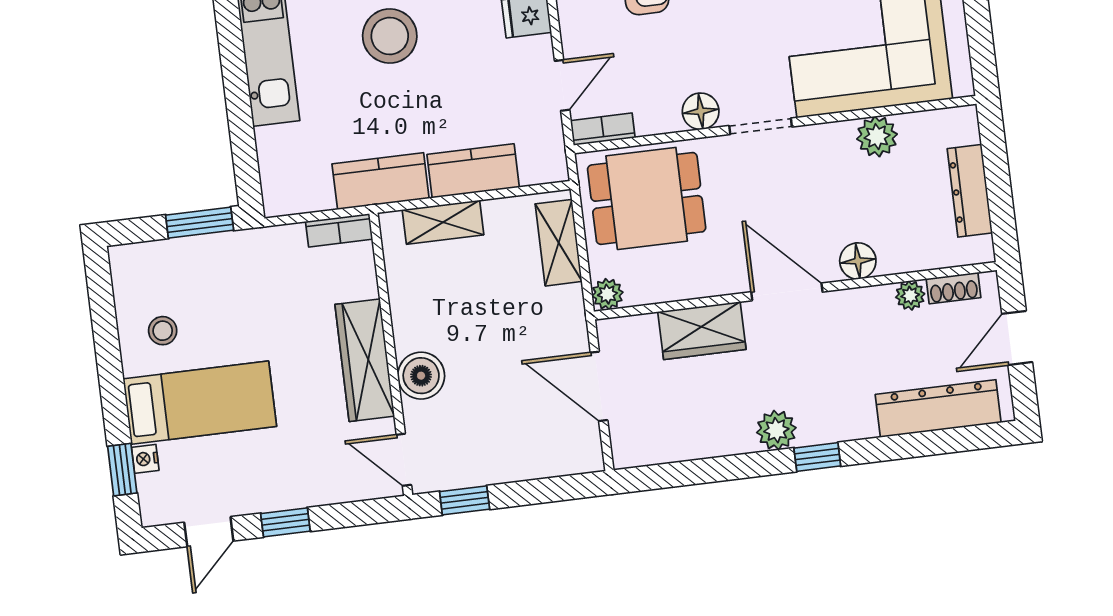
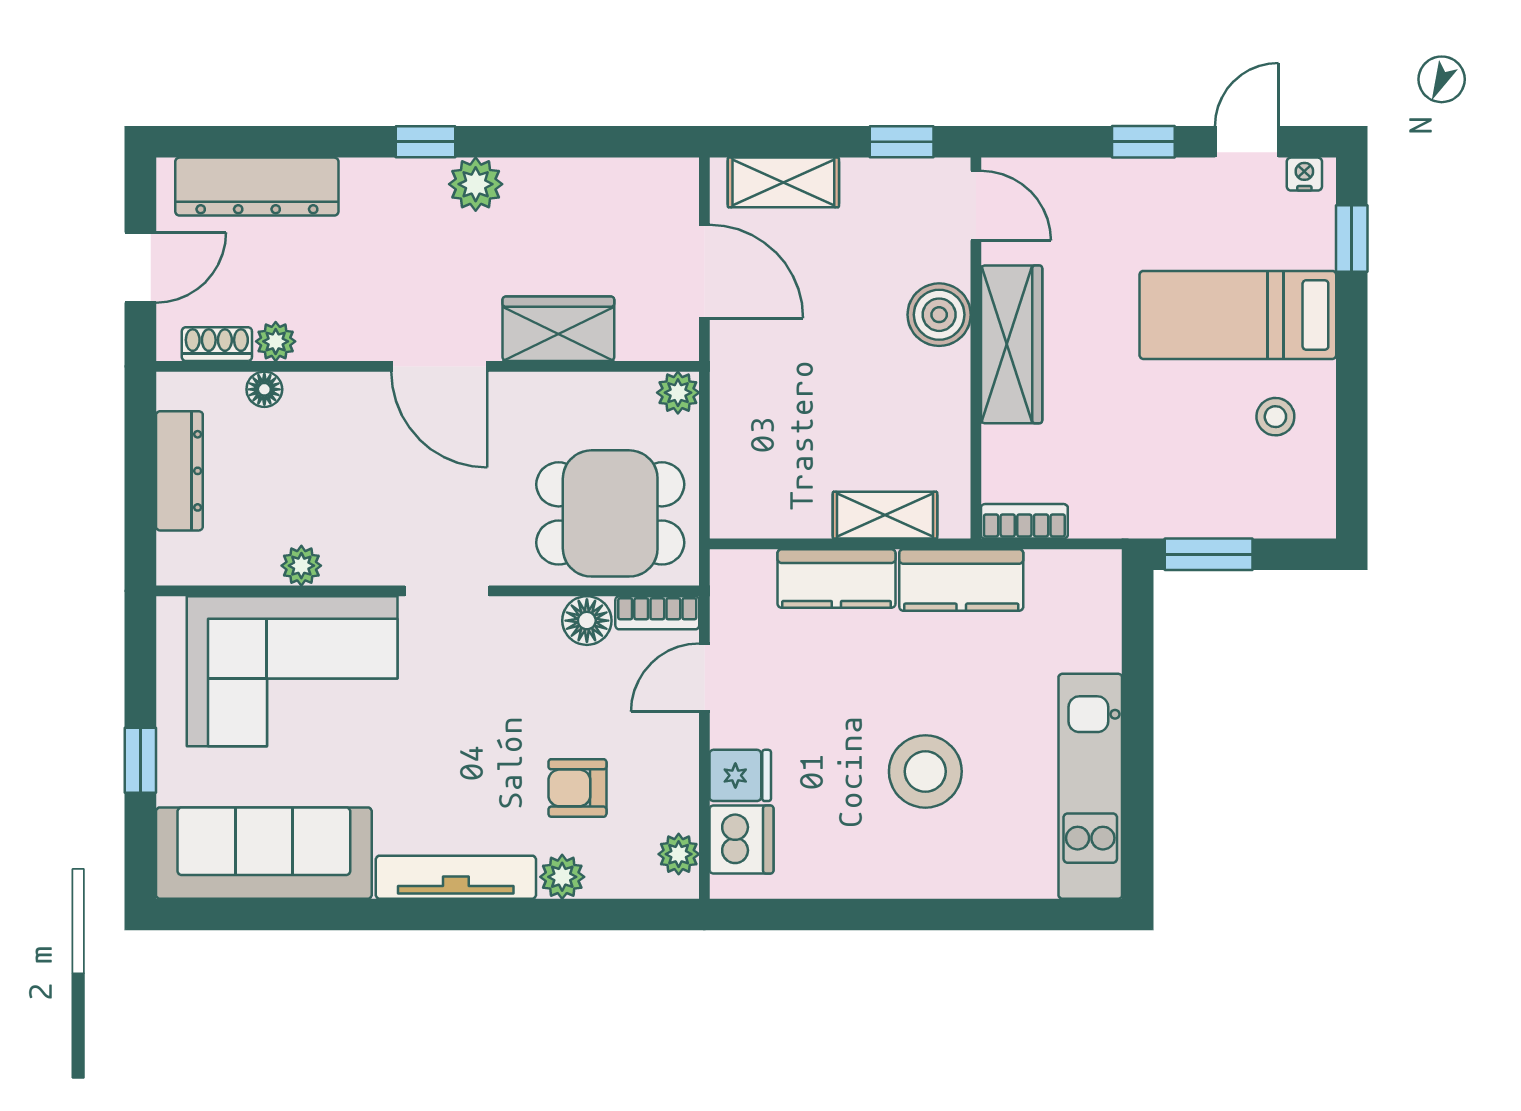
floor lamp: (701, 111) -> (587, 621), moved
plant: (877, 137) -> (301, 566), width x0.73, depth x0.73
shelving: (559, 243) -> (783, 182), moved, turned 90
floor lamp: (858, 261) -> (264, 389), moved, width x0.73, depth x0.73
nightstand: (145, 459) -> (1304, 174), moved, turned -90

